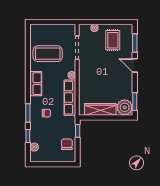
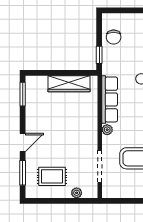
rug: (113, 40) -> (52, 176), turned 90
door: (135, 65) -> (23, 143), hinge flipped
plant: (125, 107) -> (36, 86), removed

